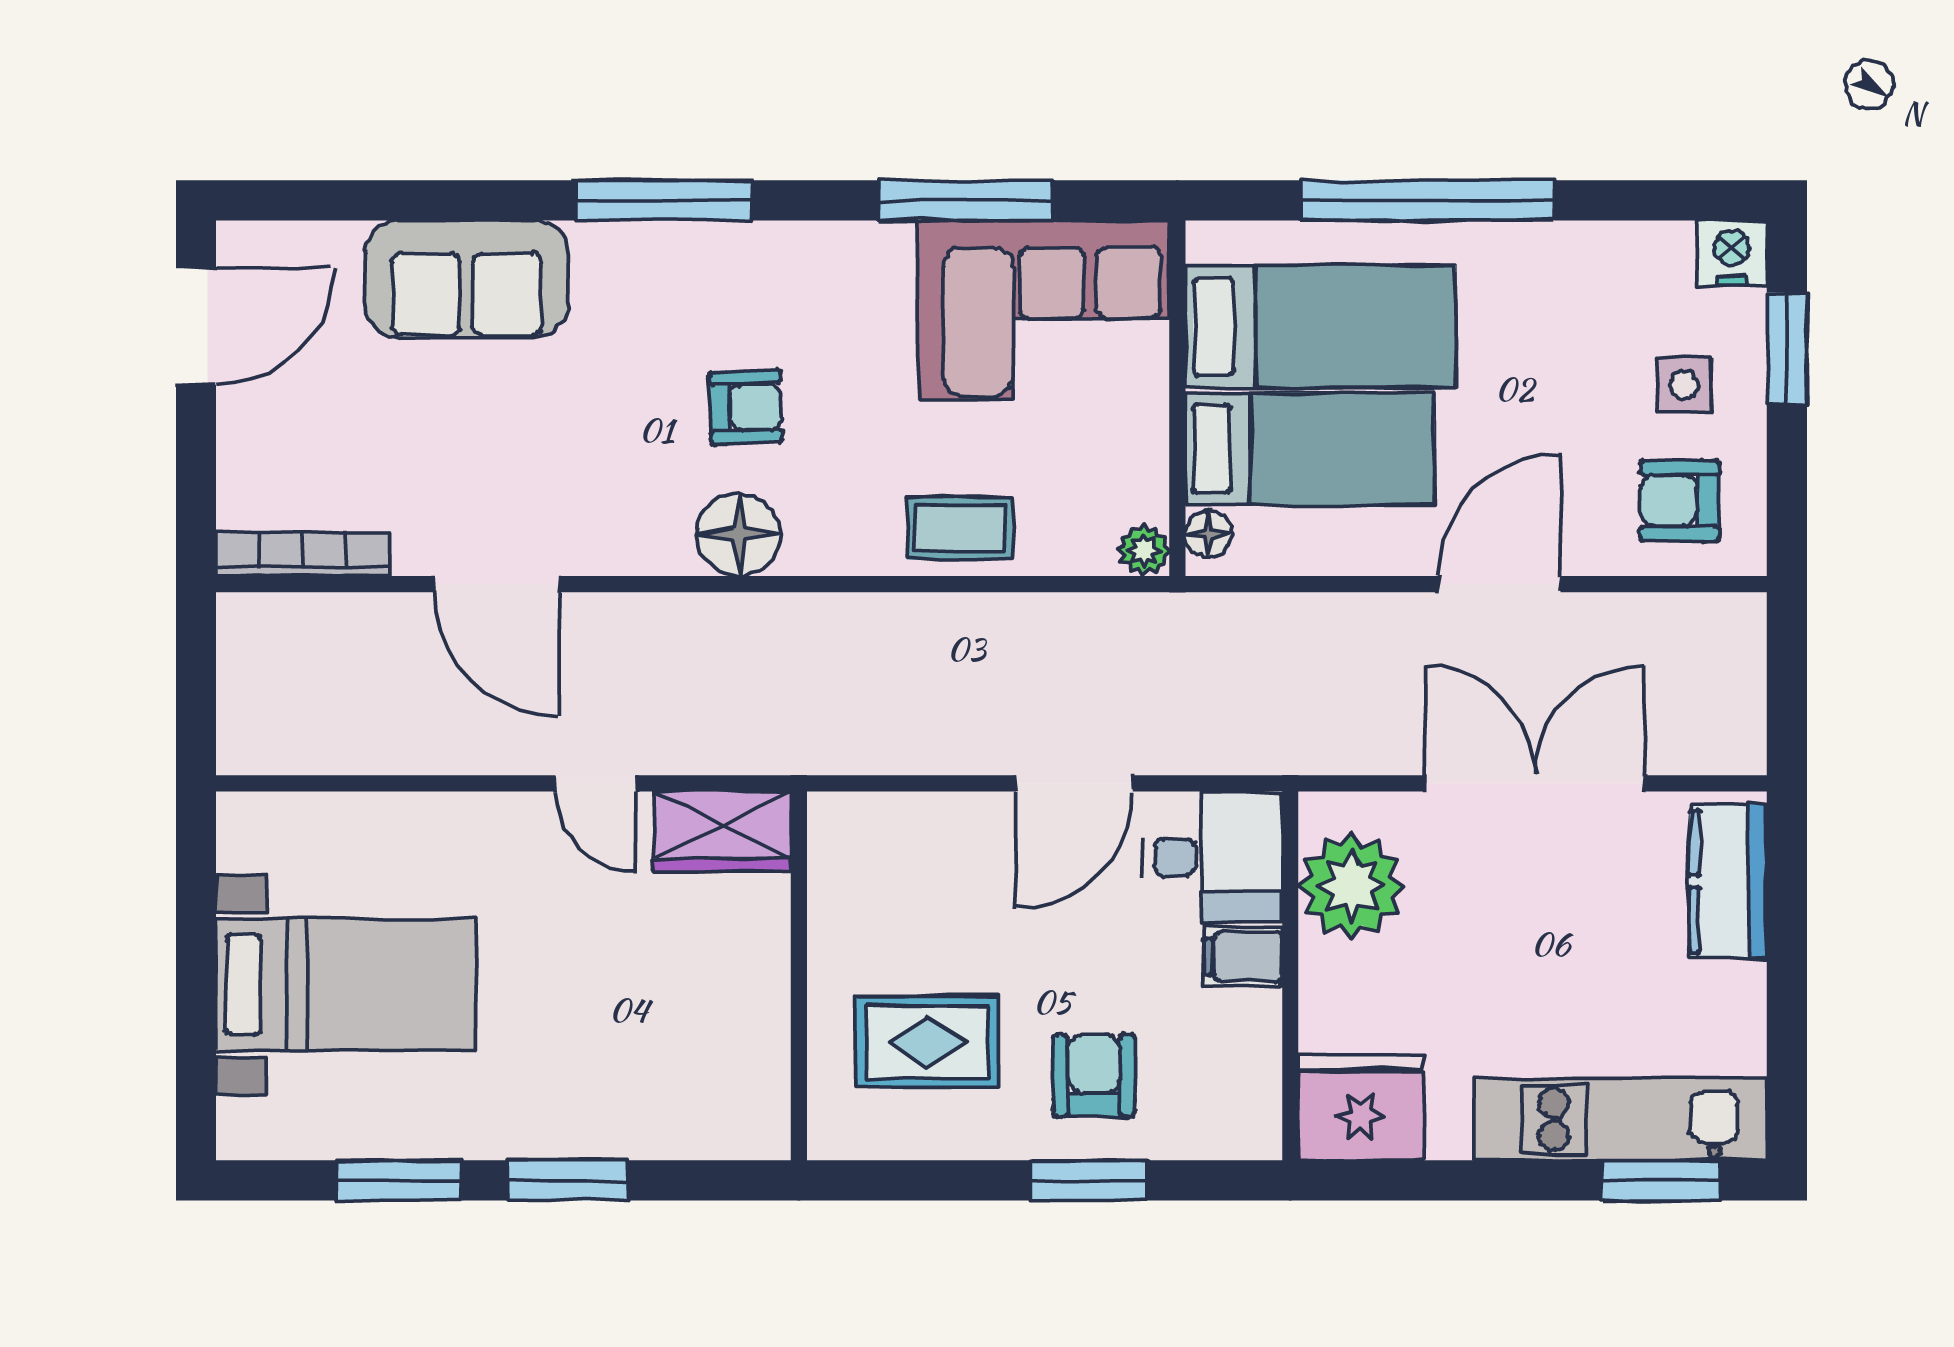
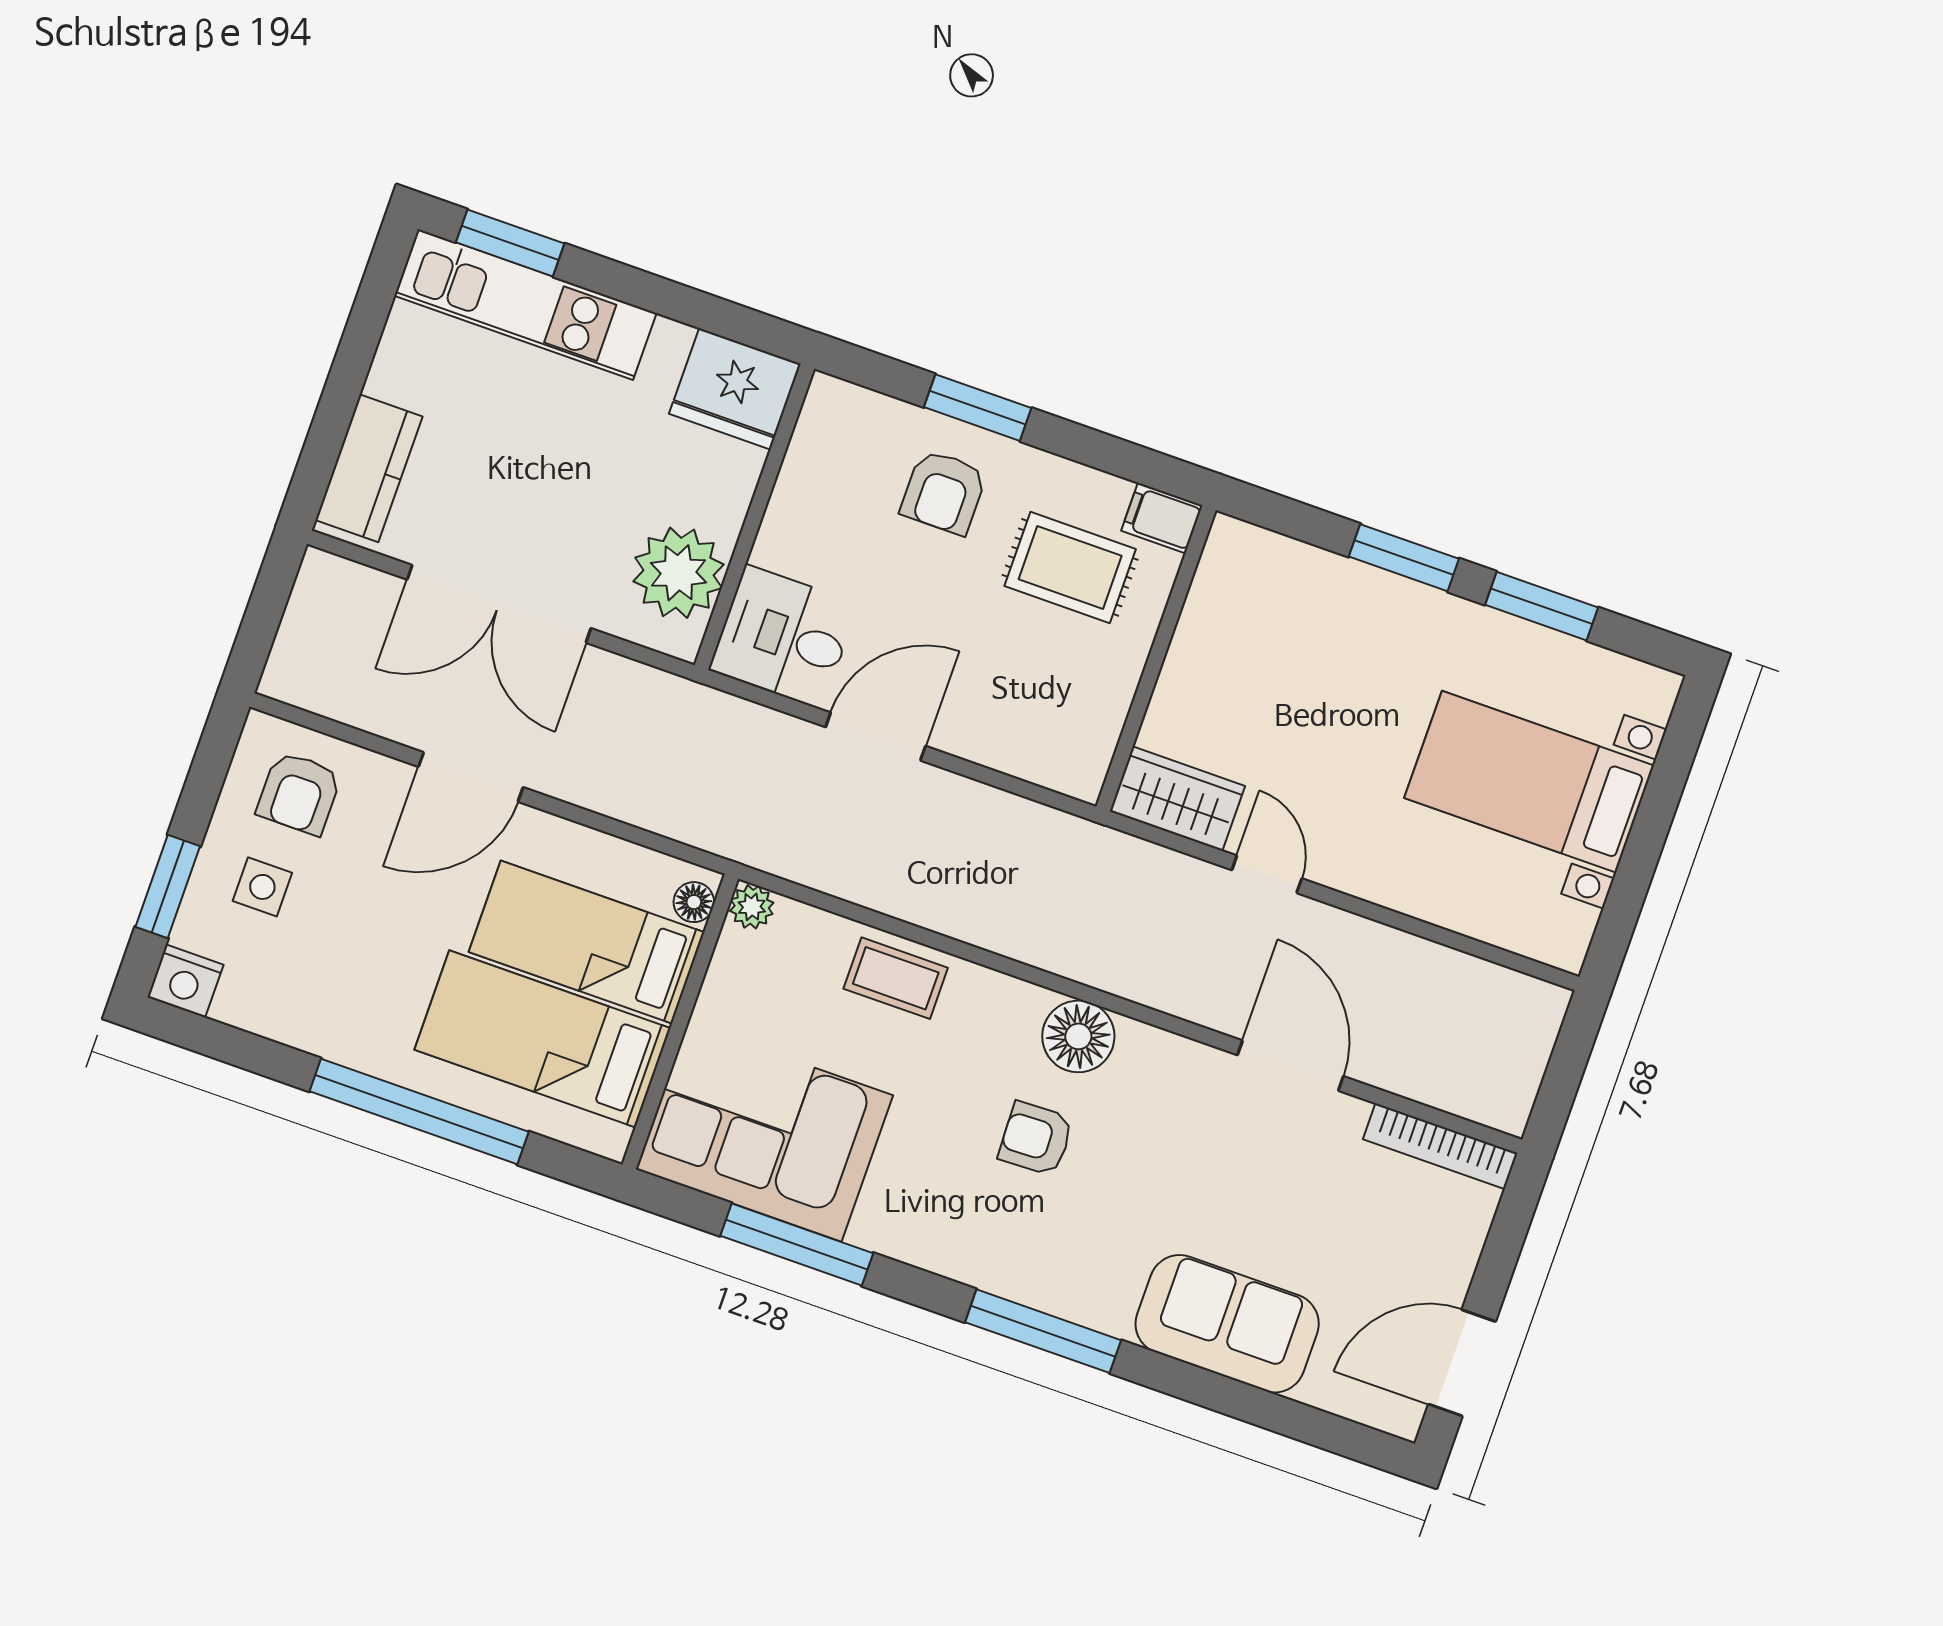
armchair: (1680, 501) -> (299, 793), turned 90
filing cabinet: (1243, 957) -> (1162, 518), moved, turned 180

